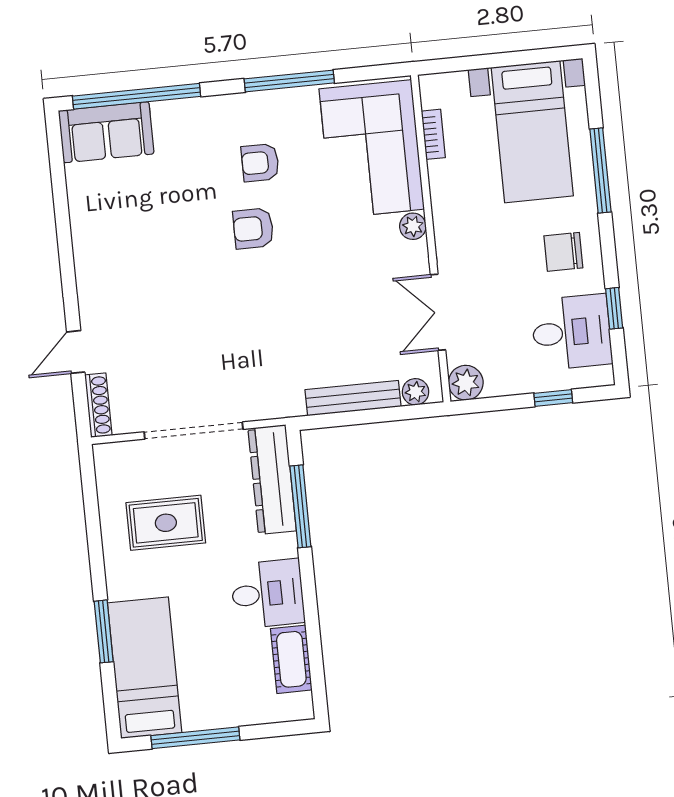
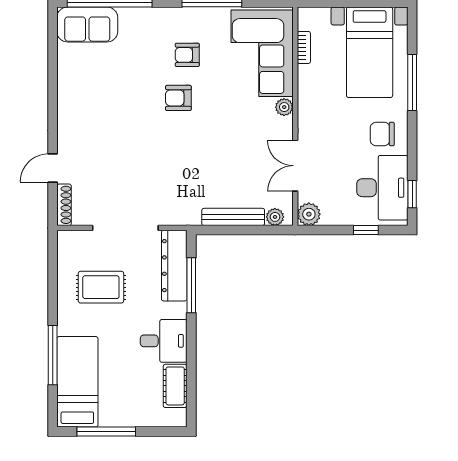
window: (614, 308) -> (412, 194), moved
desk: (572, 332) -> (382, 188), width x1.37
window: (104, 631) -> (53, 355), width x1.44

